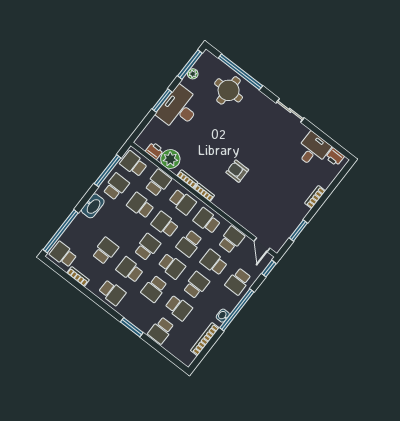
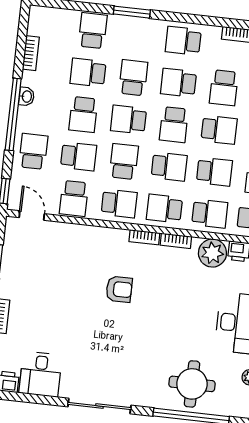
sliding door: (290, 110) -> (99, 406), width x1.37
school desk: (158, 183) -> (210, 214), turned -90
school desk: (123, 228) -> (219, 130), added
school desk: (130, 270) -> (179, 83), turned 180
bookcase: (205, 339) -> (31, 53), width x0.64

